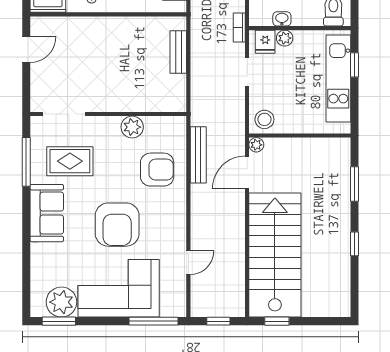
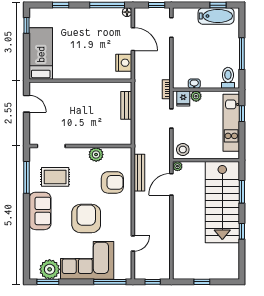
door: (26, 50) -> (27, 104), hinge flipped
armchair: (117, 225) -> (86, 218), turned 180
stairs: (275, 255) -> (222, 202), moved, turned 180
window: (277, 321) -> (202, 282), moved

